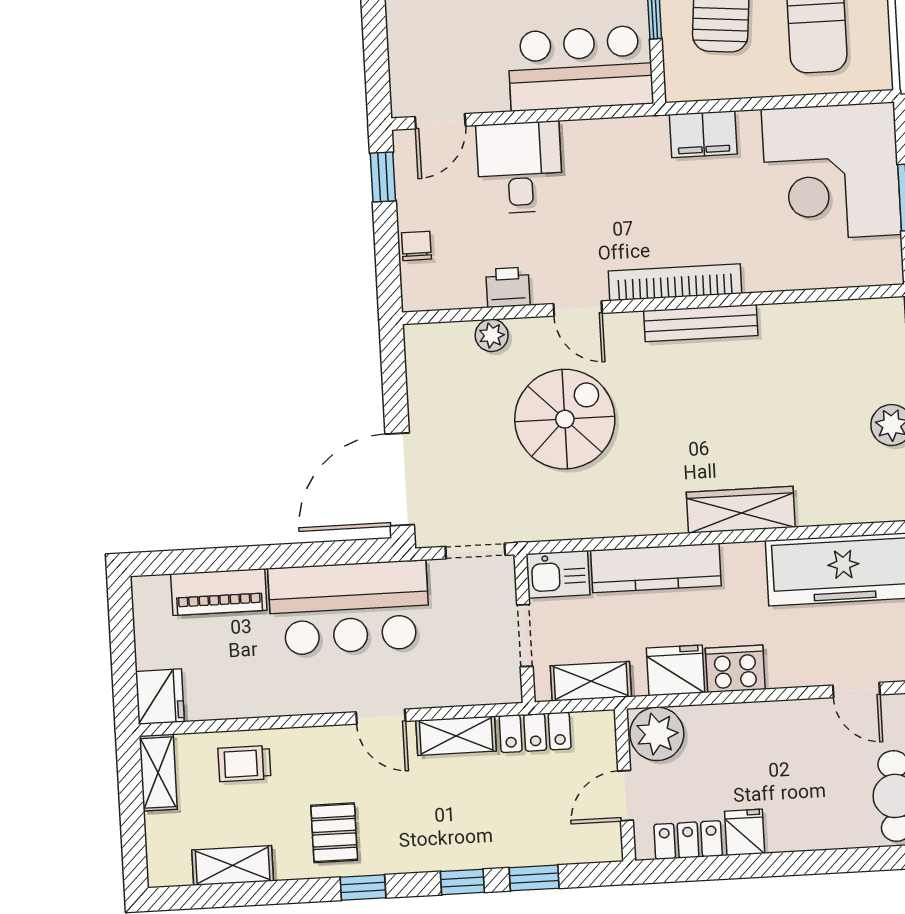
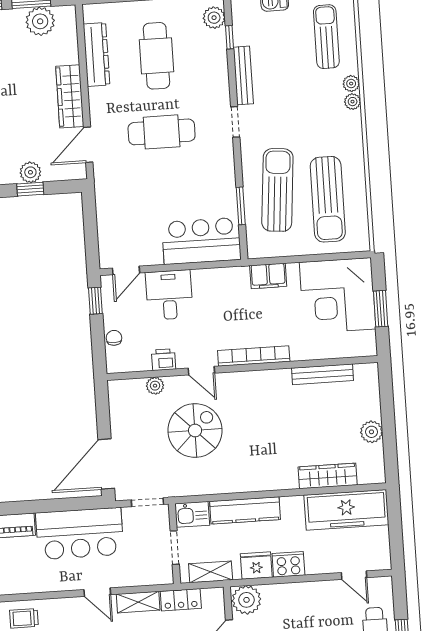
bench: (701, 323) -> (323, 374), moved
wardrobe: (741, 510) -> (328, 476), moved

